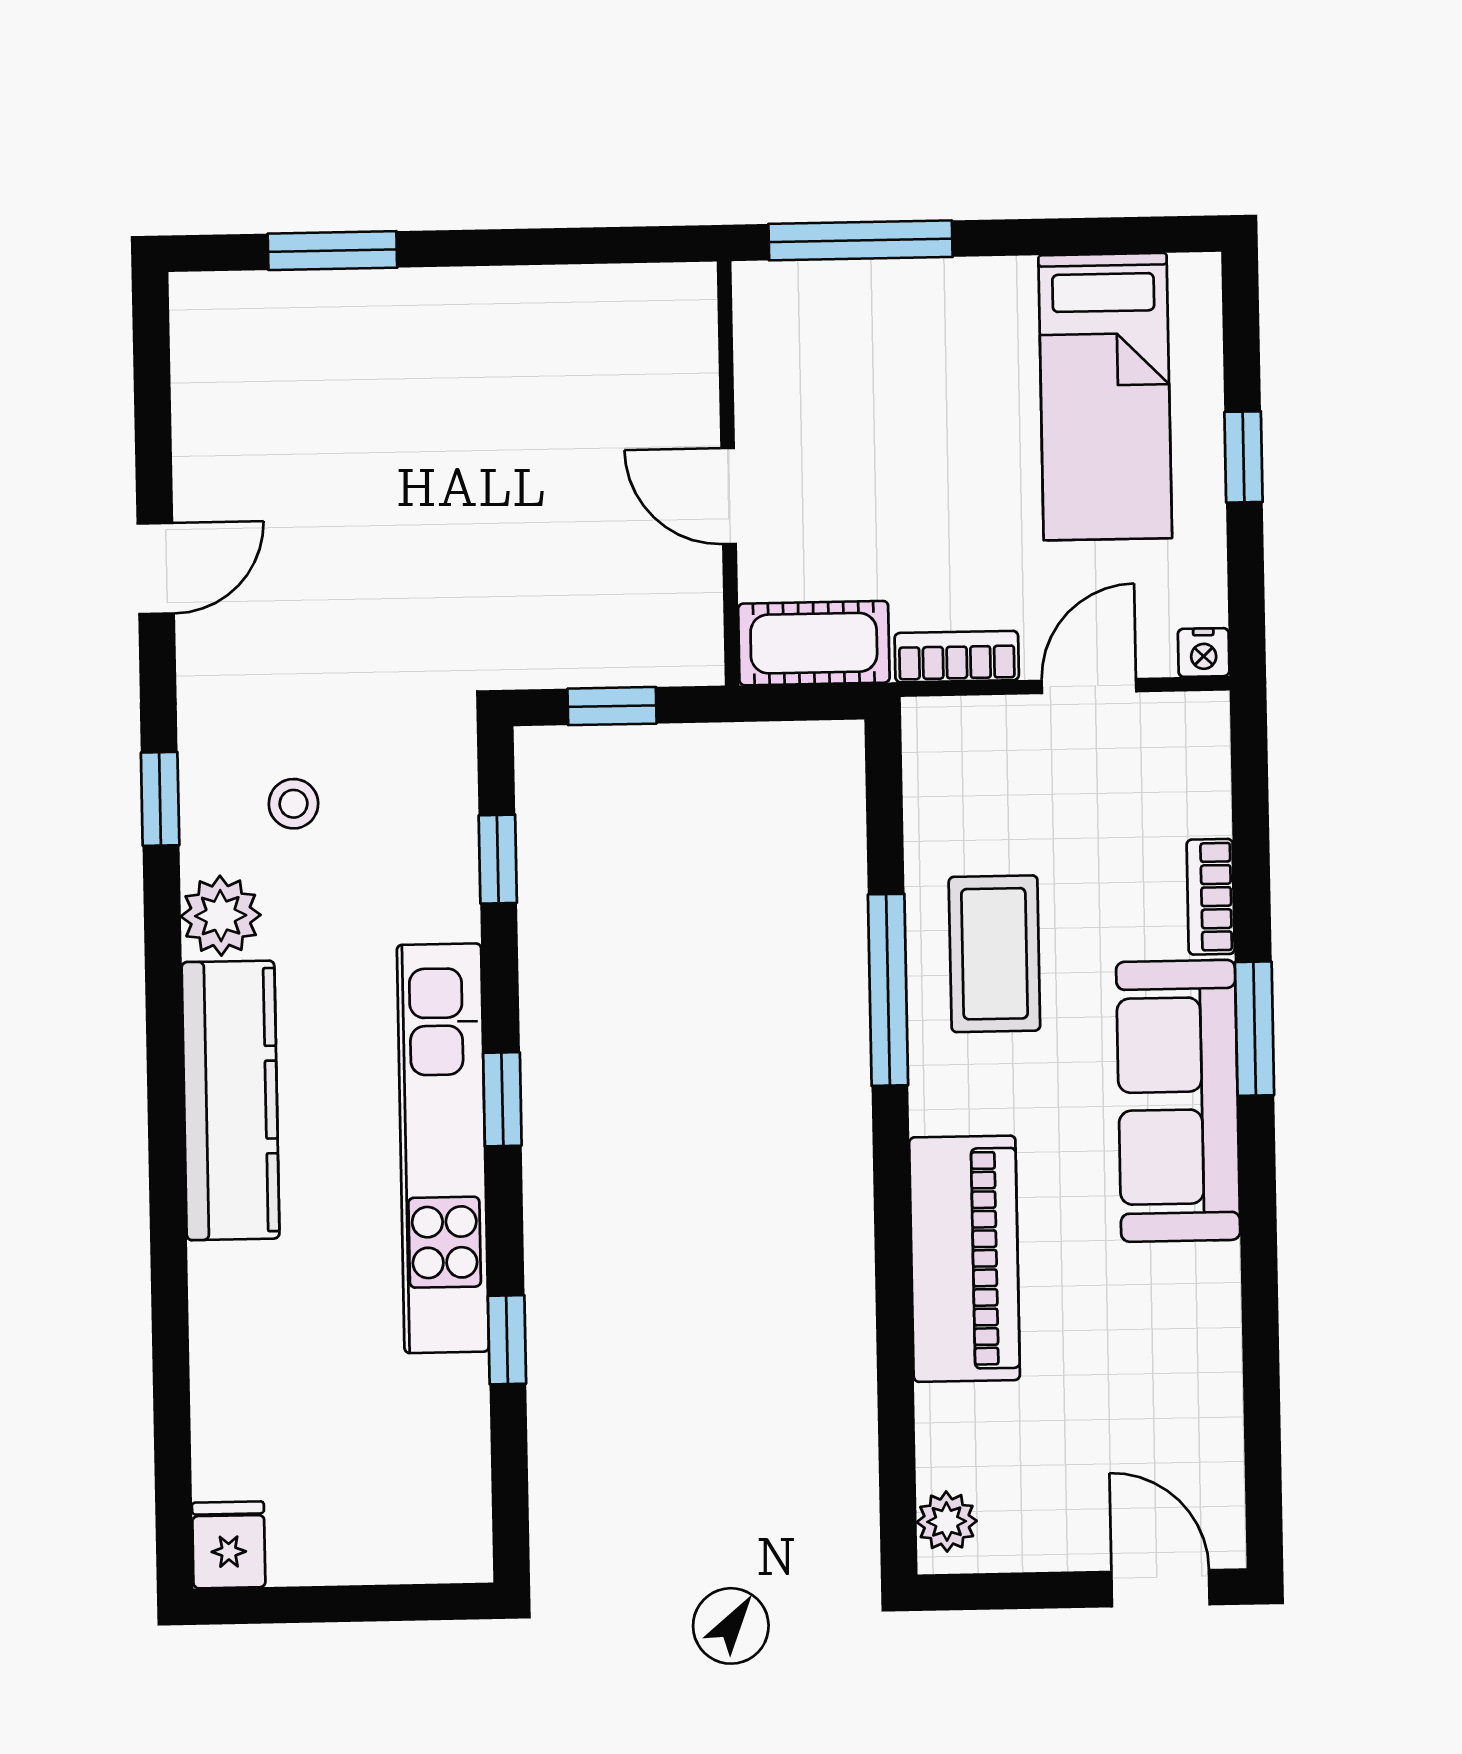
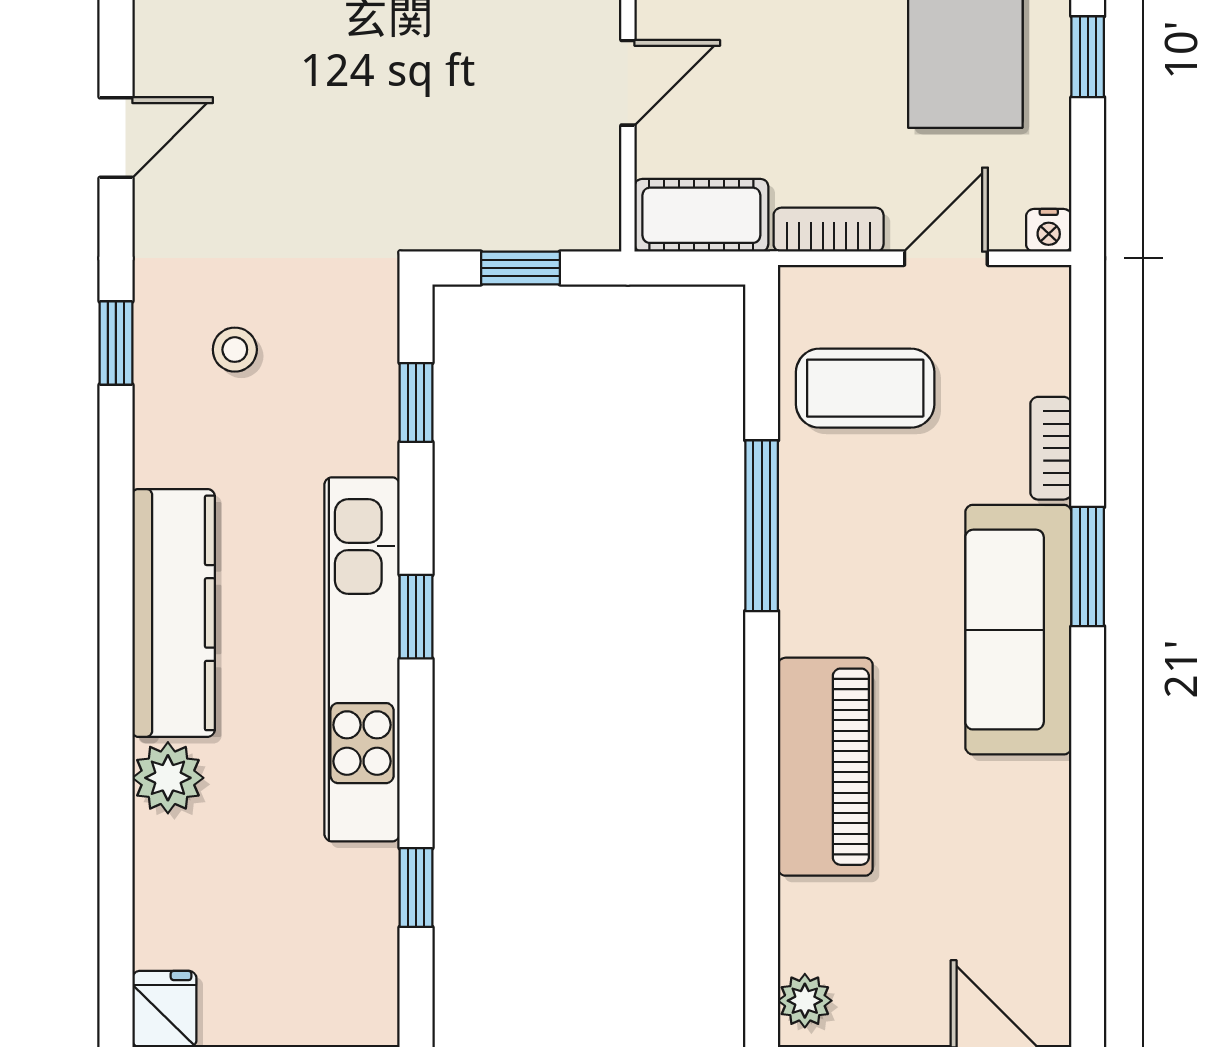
door: (729, 496) -> (628, 83), swing flipped
plant: (221, 916) -> (168, 778), moved
coffee table: (994, 954) -> (865, 388), moved, turned 90
window: (507, 1340) -> (416, 888), moved

